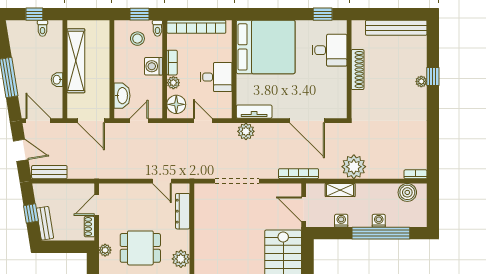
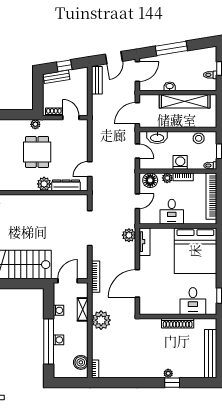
stool: (137, 39) -> (199, 138), moved
plant: (181, 259) -> (44, 184), moved

